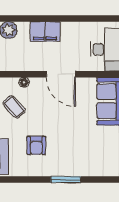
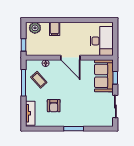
filing cabinet: (45, 31) -> (55, 29), width x0.50

